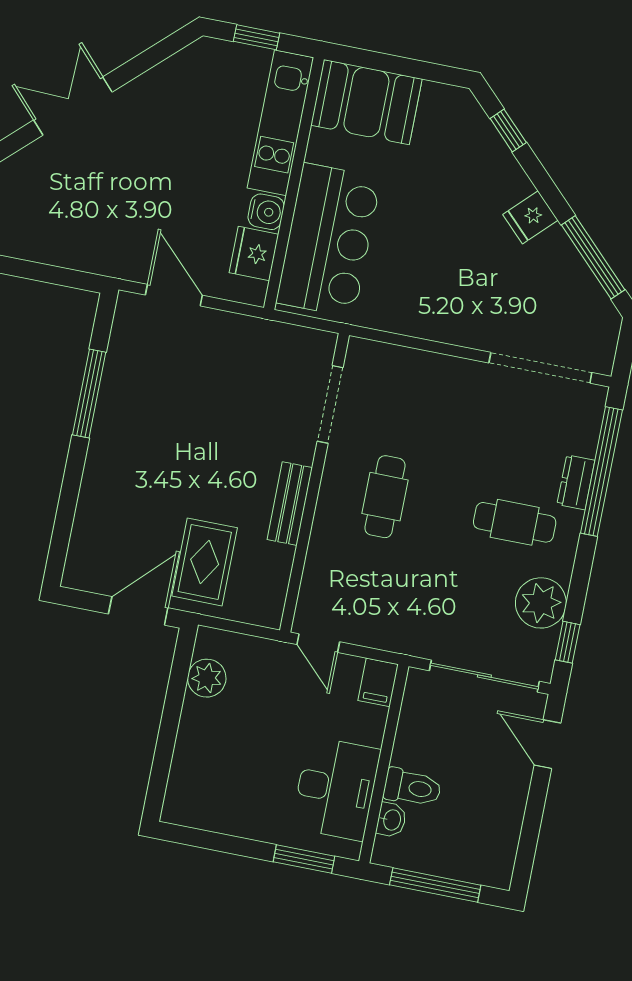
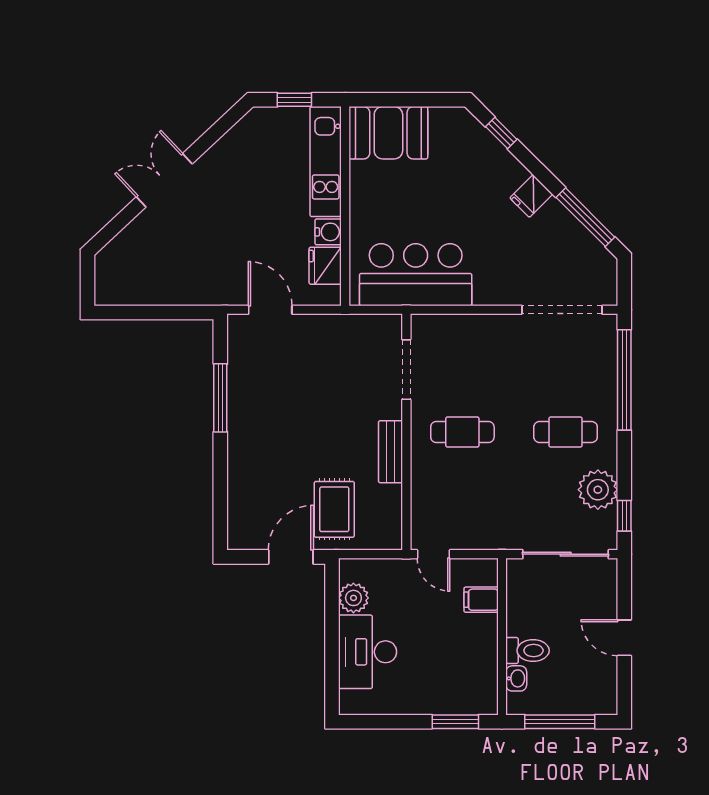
bar counter: (329, 240) -> (416, 275), moved, turned -90
dresser: (576, 482) -> (606, 392), removed
cafe table: (385, 497) -> (462, 432), turned 90
filing cabinet: (378, 682) -> (481, 600), moved, turned 90
door: (547, 744) -> (624, 638), moved
desk: (336, 789) -> (368, 652), moved, turned 180

